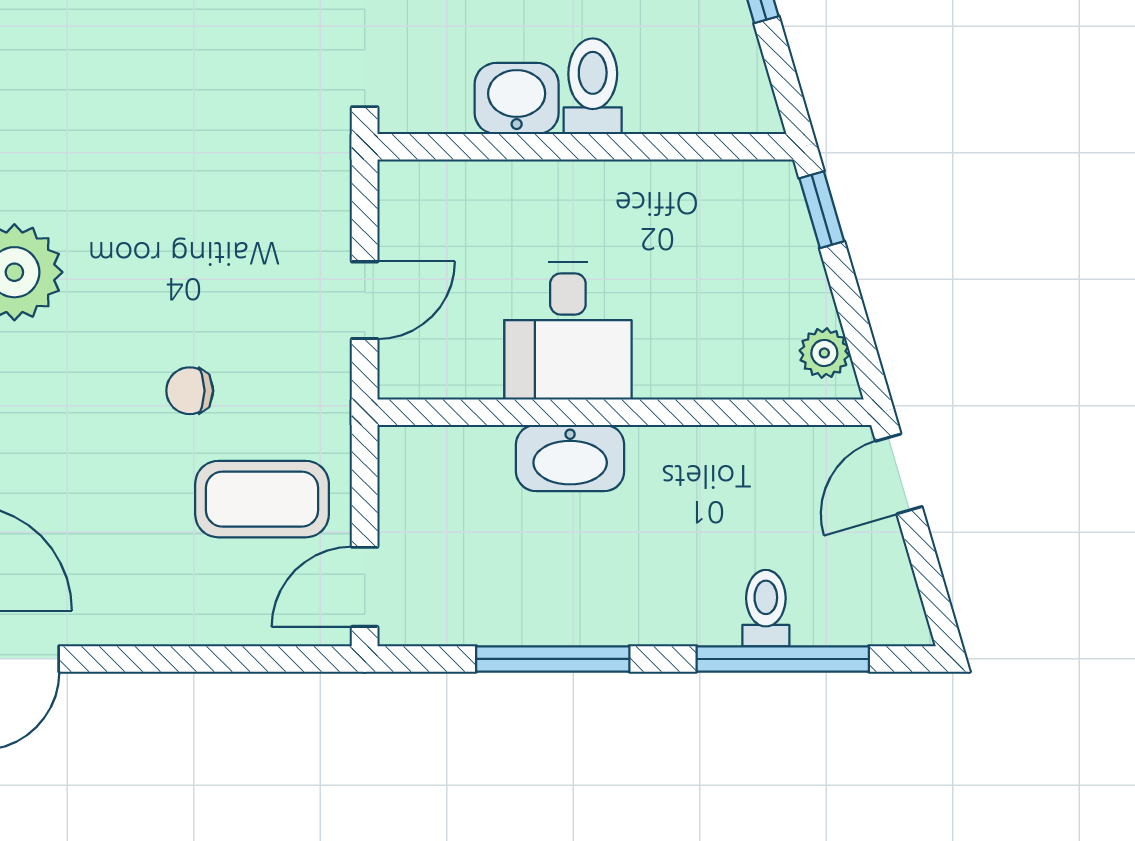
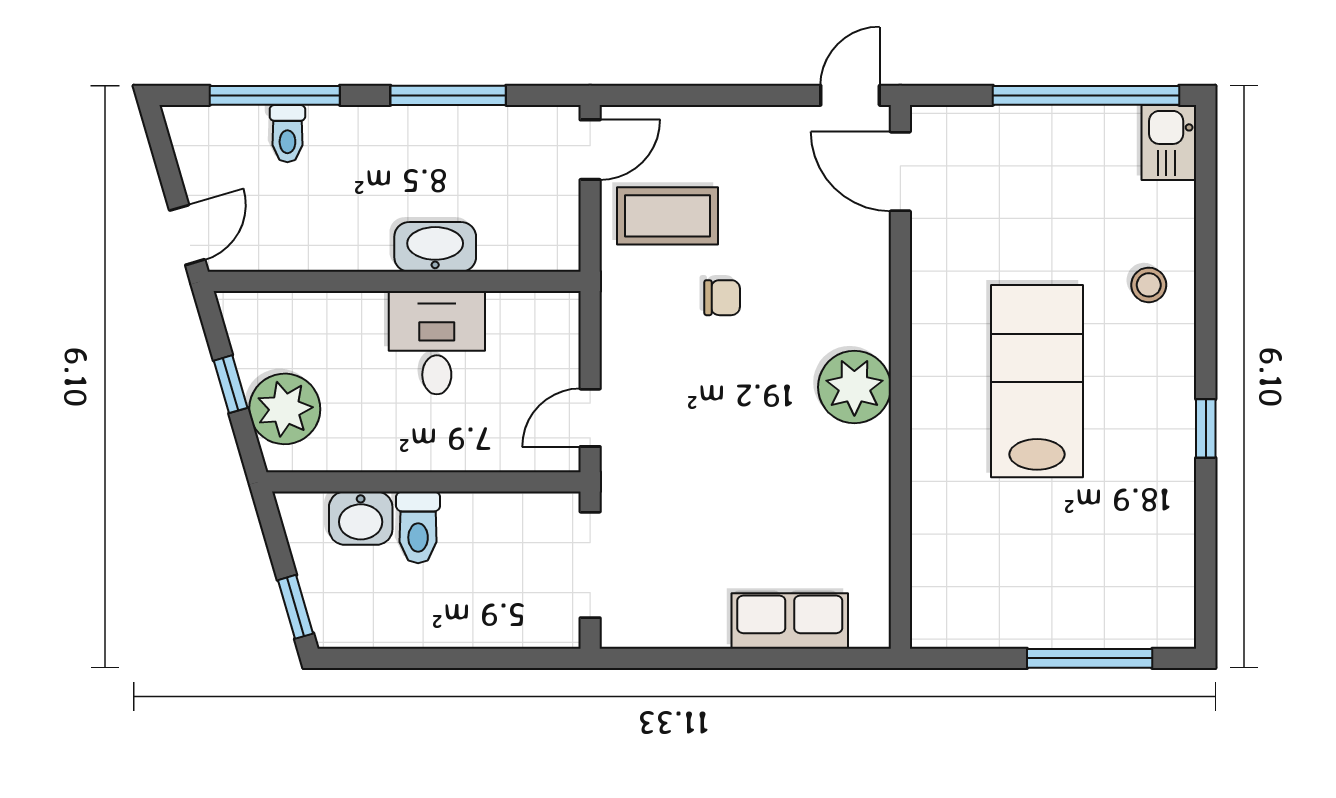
washbasin: (517, 98) -> (361, 518), moved
window: (822, 210) -> (231, 384), moved
door: (365, 300) -> (590, 418), moved
plant: (824, 353) -> (285, 409), moved, width x1.88, depth x1.88

